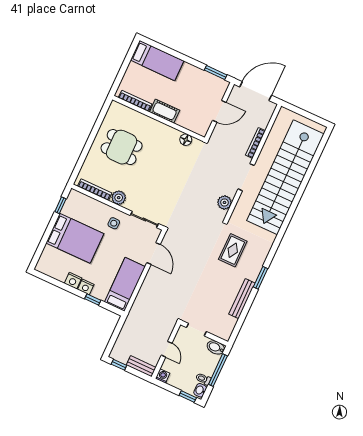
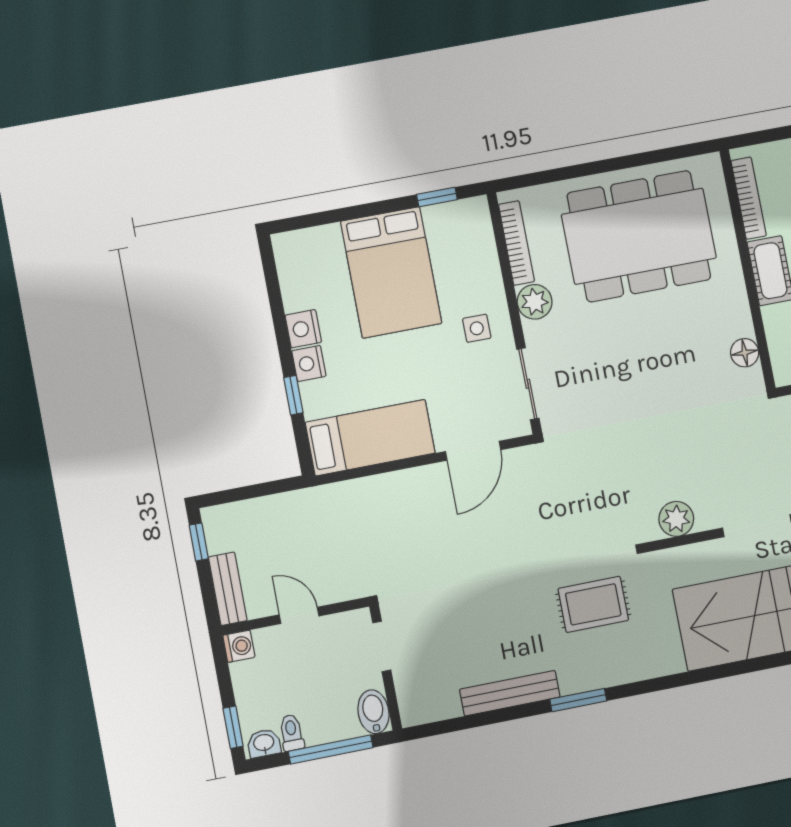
dining table: (122, 147) -> (639, 236), width x1.88, depth x1.24
door: (167, 349) -> (299, 615), swing flipped

